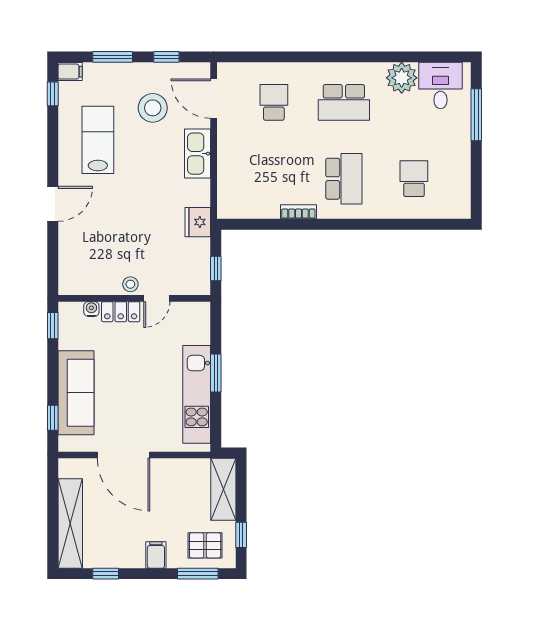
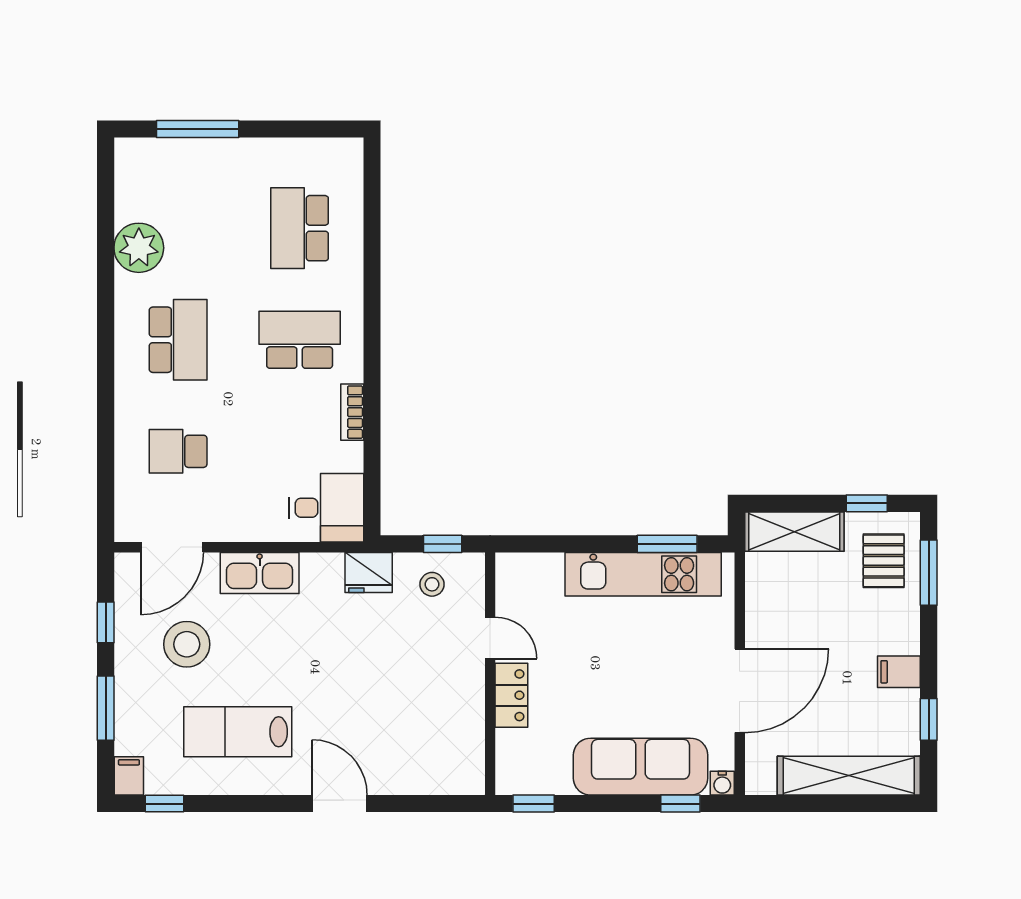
desk: (440, 86) -> (327, 508), moved, turned 180
school desk: (414, 179) -> (300, 228), width x1.85
stool: (130, 284) -> (432, 584), moved
water cooler: (91, 309) -> (722, 783), moved, turned -90
window: (216, 373) -> (667, 544), moved
filing cabinet: (156, 555) -> (899, 672), moved

